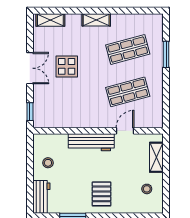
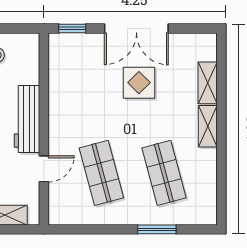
shelving: (50, 20) -> (208, 83), moved
double door: (30, 68) -> (136, 29), width x1.37
door: (125, 131) -> (44, 169), hinge flipped

